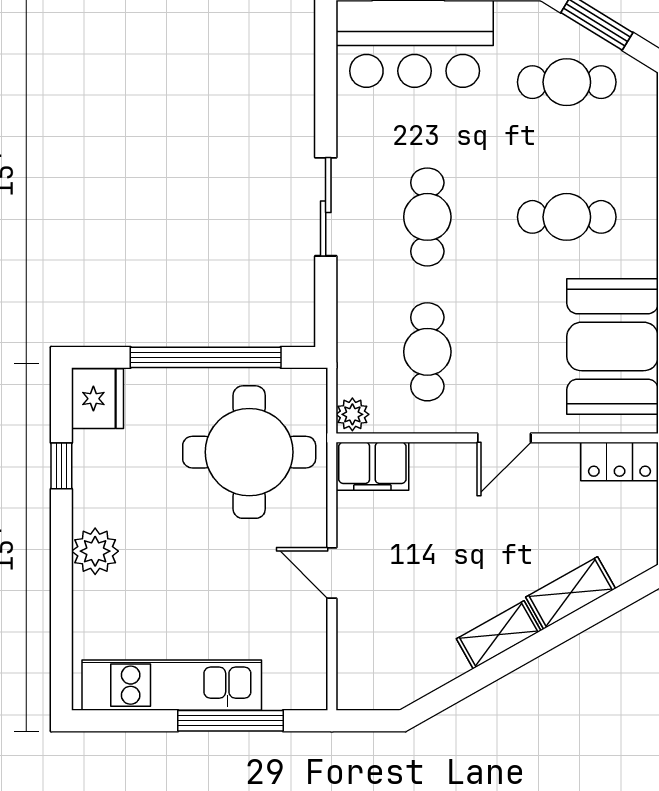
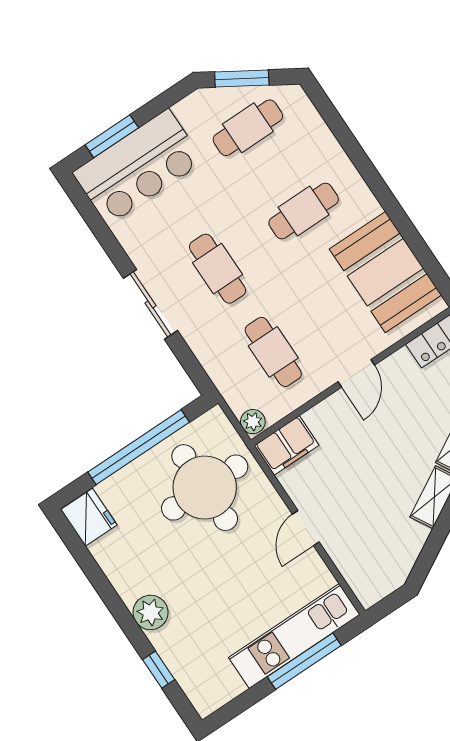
window: (61, 466) -> (159, 670), moved
door: (332, 573) -> (306, 528), hinge flipped
kitchen unit: (172, 685) -> (294, 636), moved

